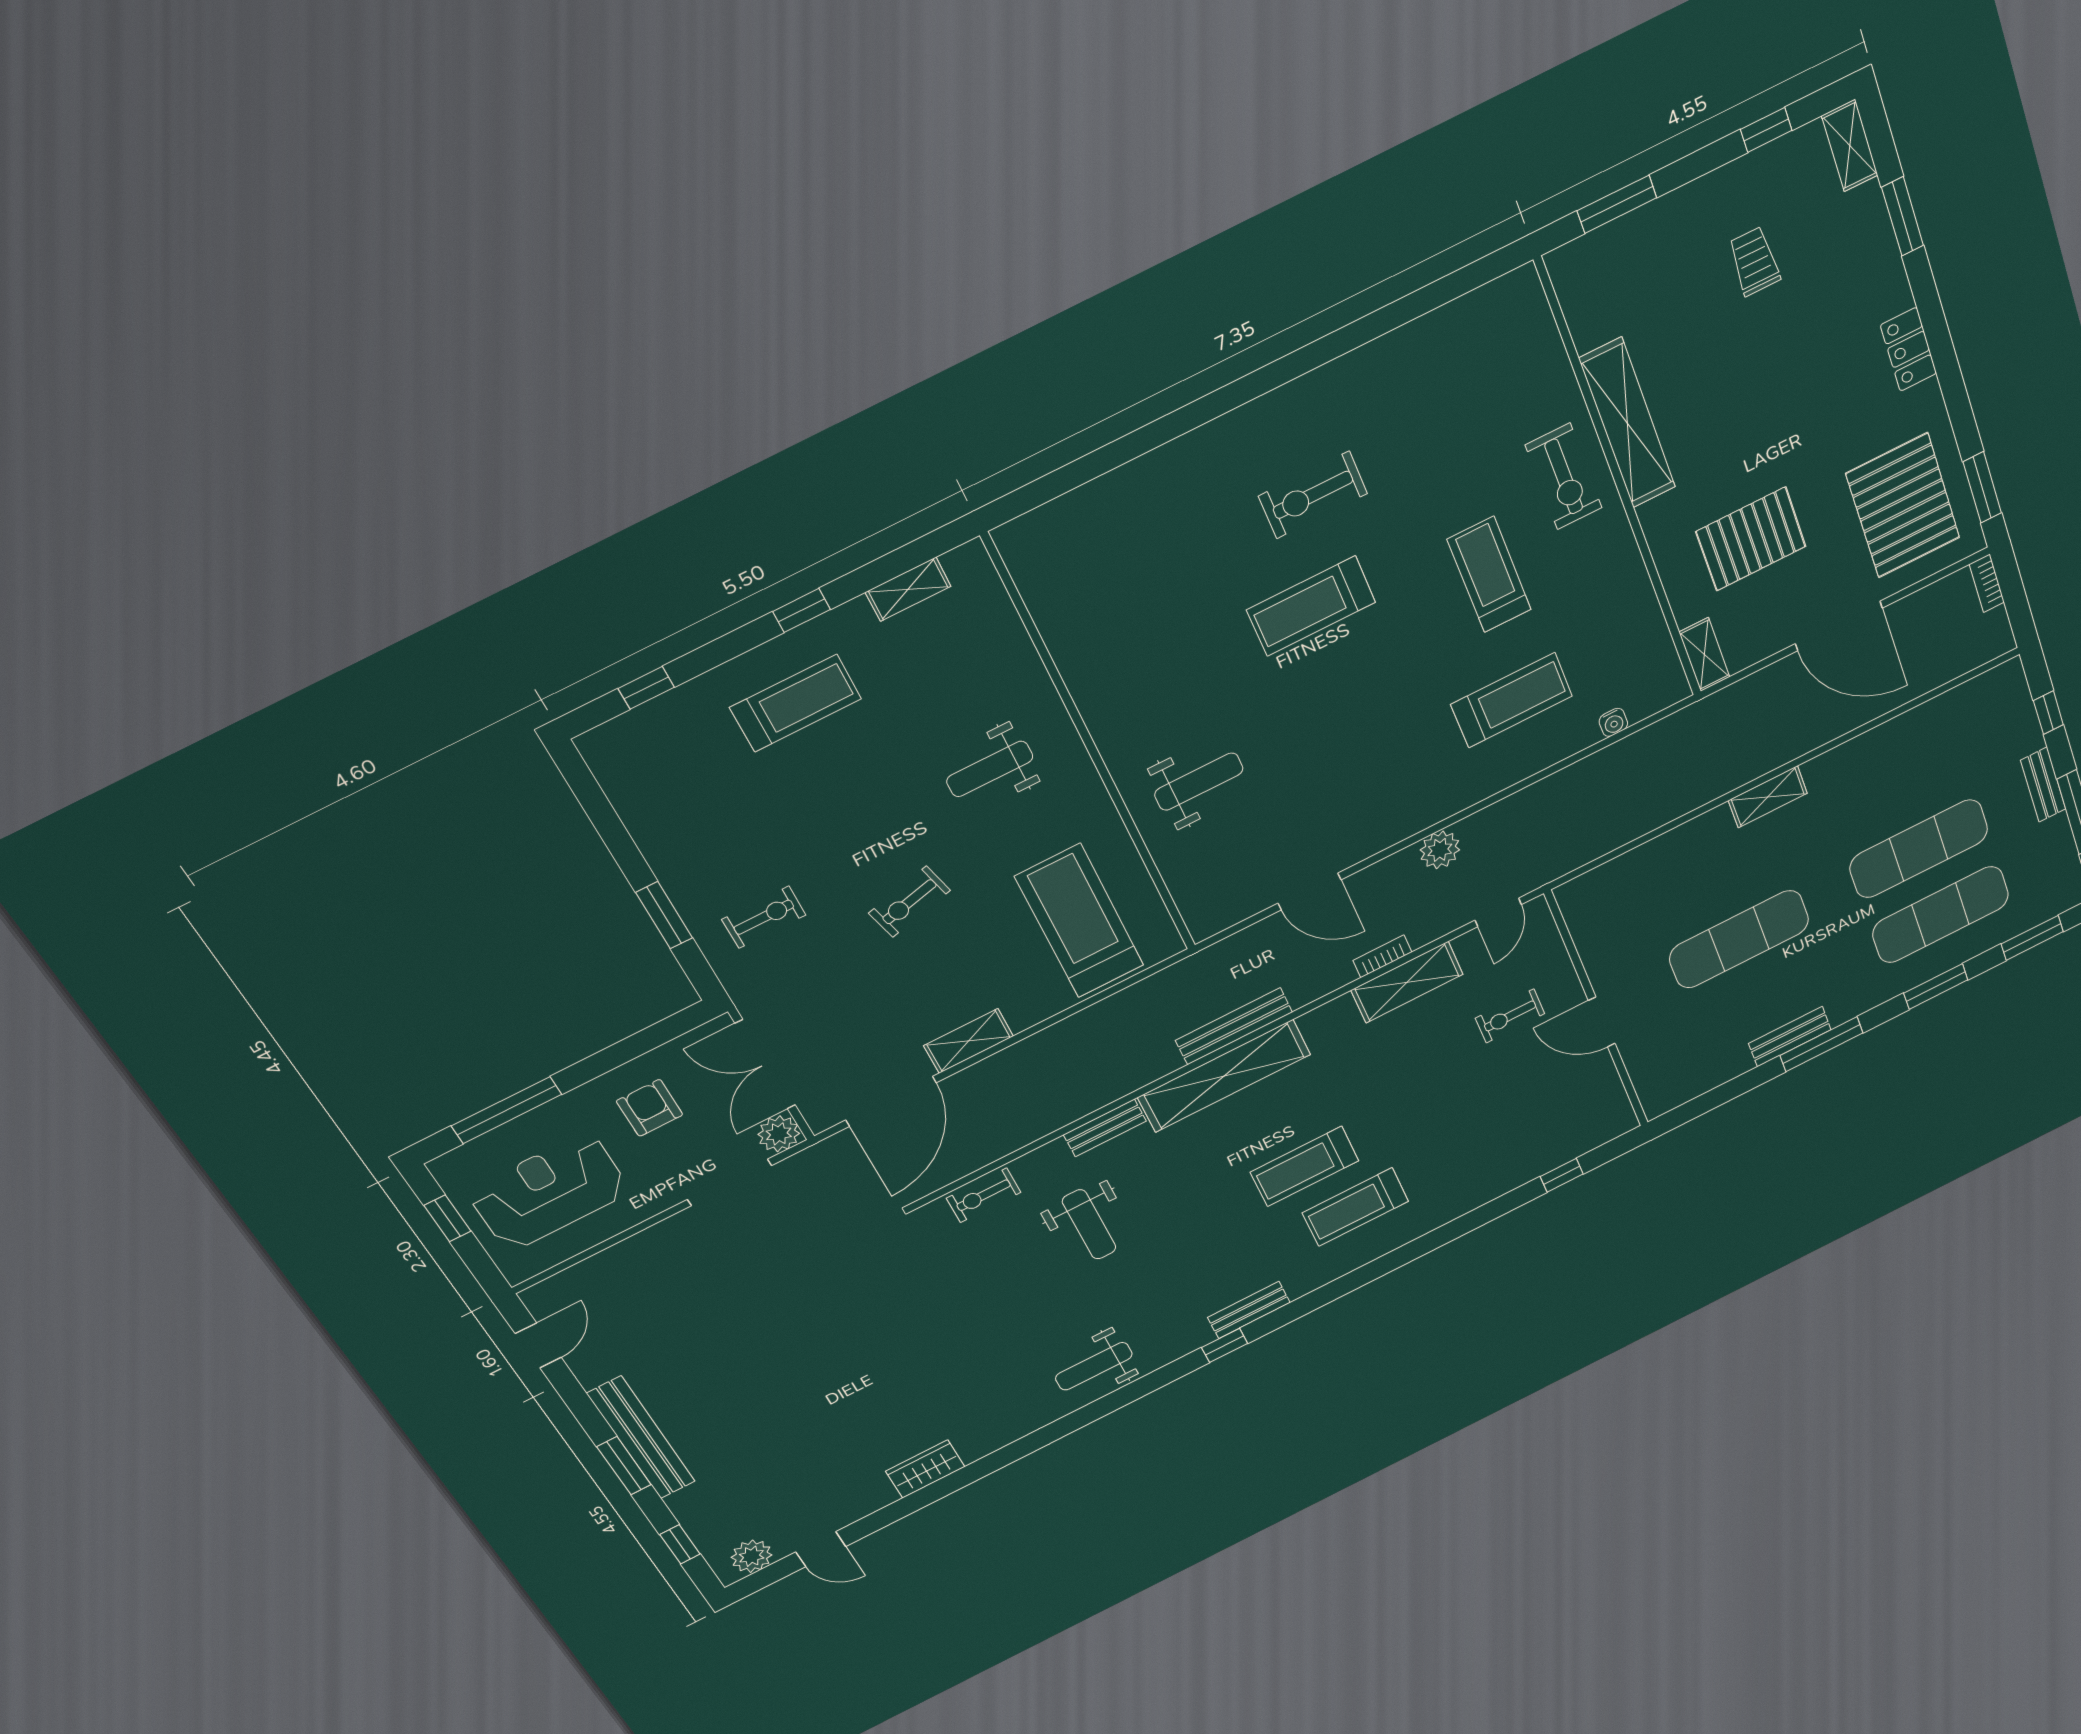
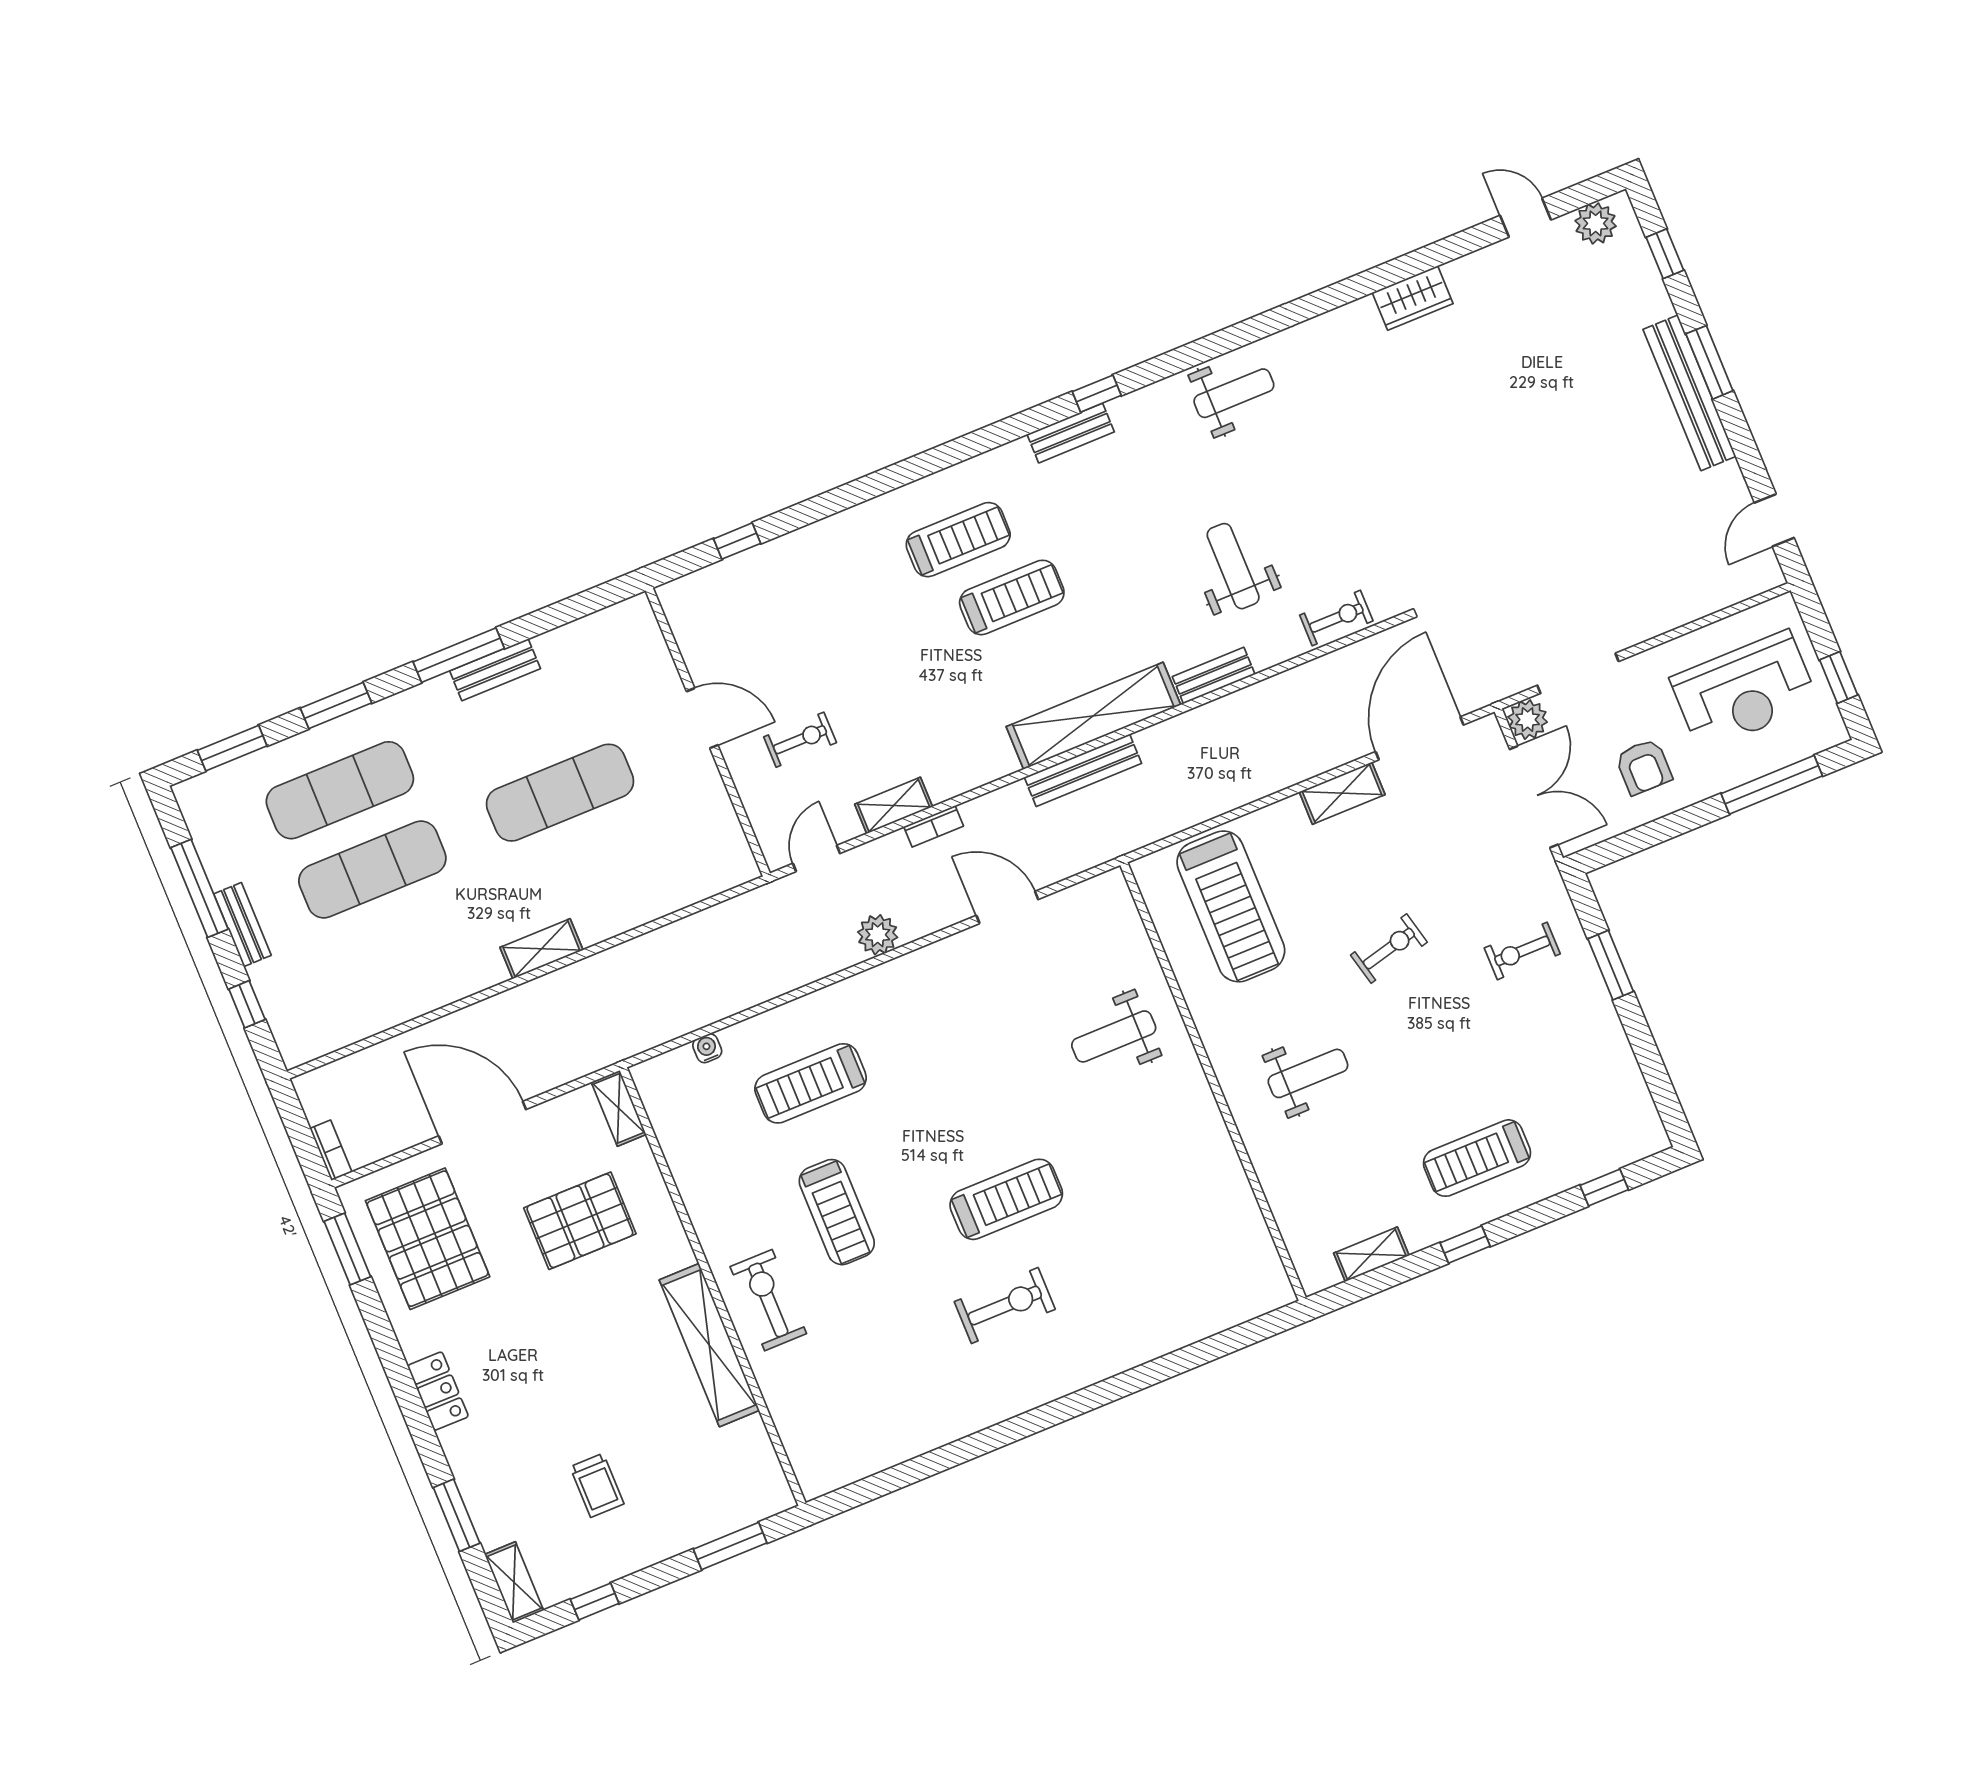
shelving: (1407, 982) -> (894, 805), width x0.67, depth x0.75

